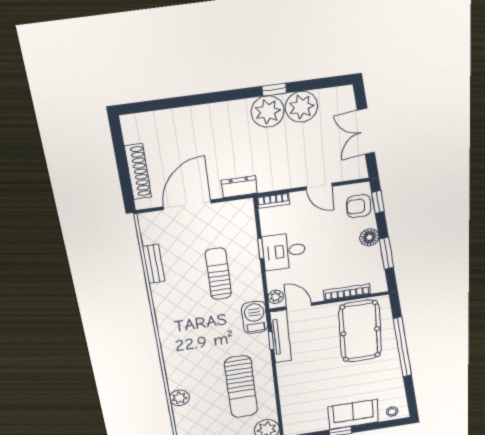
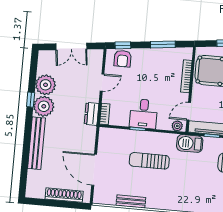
bench: (208, 114) -> (36, 143), added
dresser: (239, 187) -> (92, 114), moved
floor lamp: (369, 237) -> (148, 55), removed

